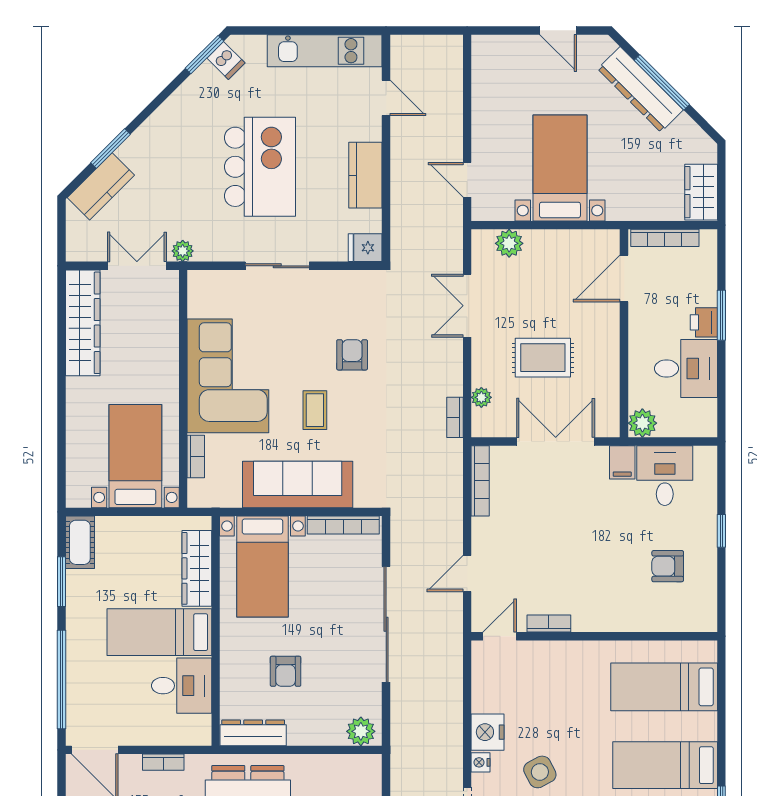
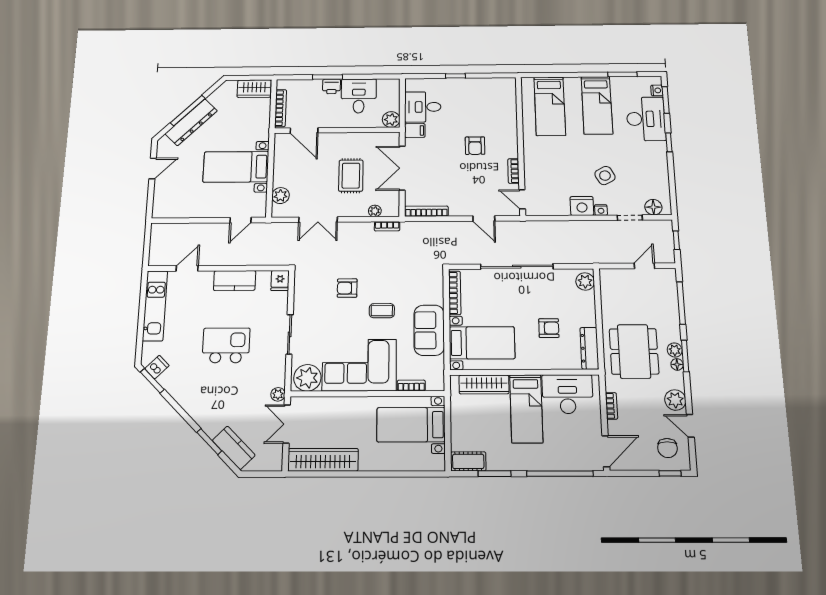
kitchen island: (260, 167) -> (226, 345), width x0.73, depth x0.78
plant: (208, 296) -> (307, 378), added
sofa: (298, 484) -> (429, 330), width x0.73
armchair: (668, 566) -> (475, 146), moved
desk: (182, 686) -> (568, 394), width x1.37

